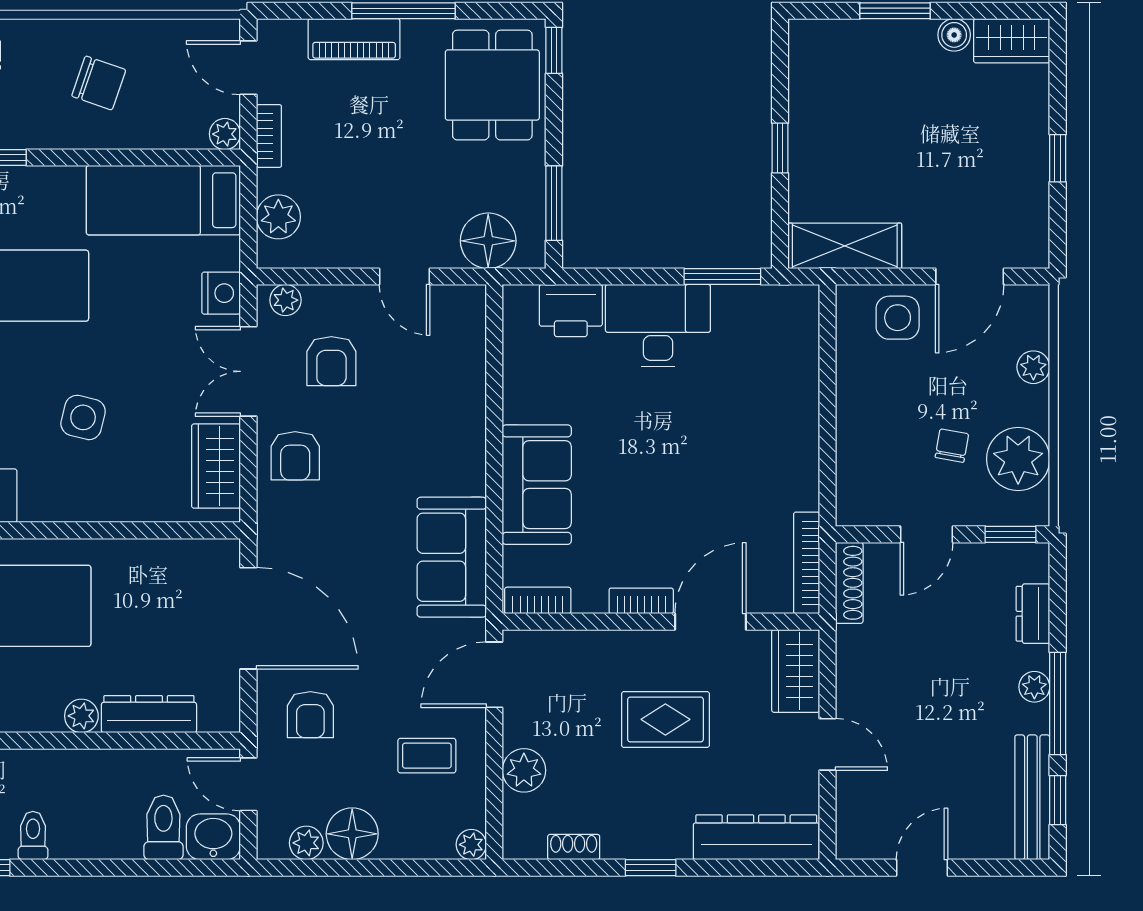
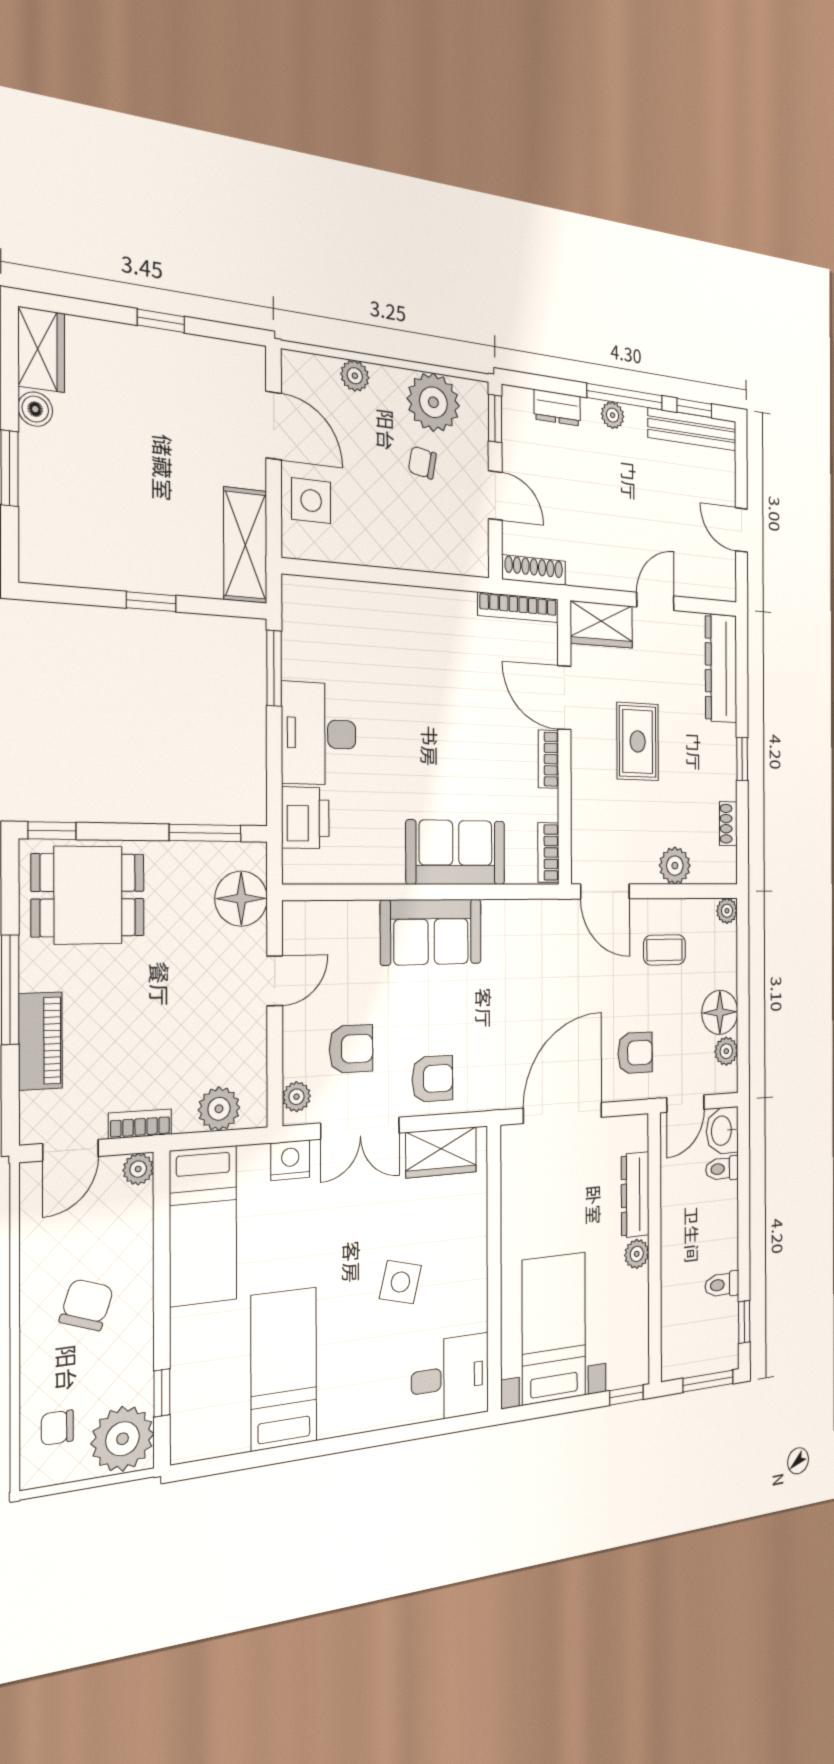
sofa: (452, 557) -> (431, 932), moved
coffee table: (427, 756) -> (665, 950), turned 90
toilet: (163, 827) -> (722, 1169), width x0.73, depth x0.72

